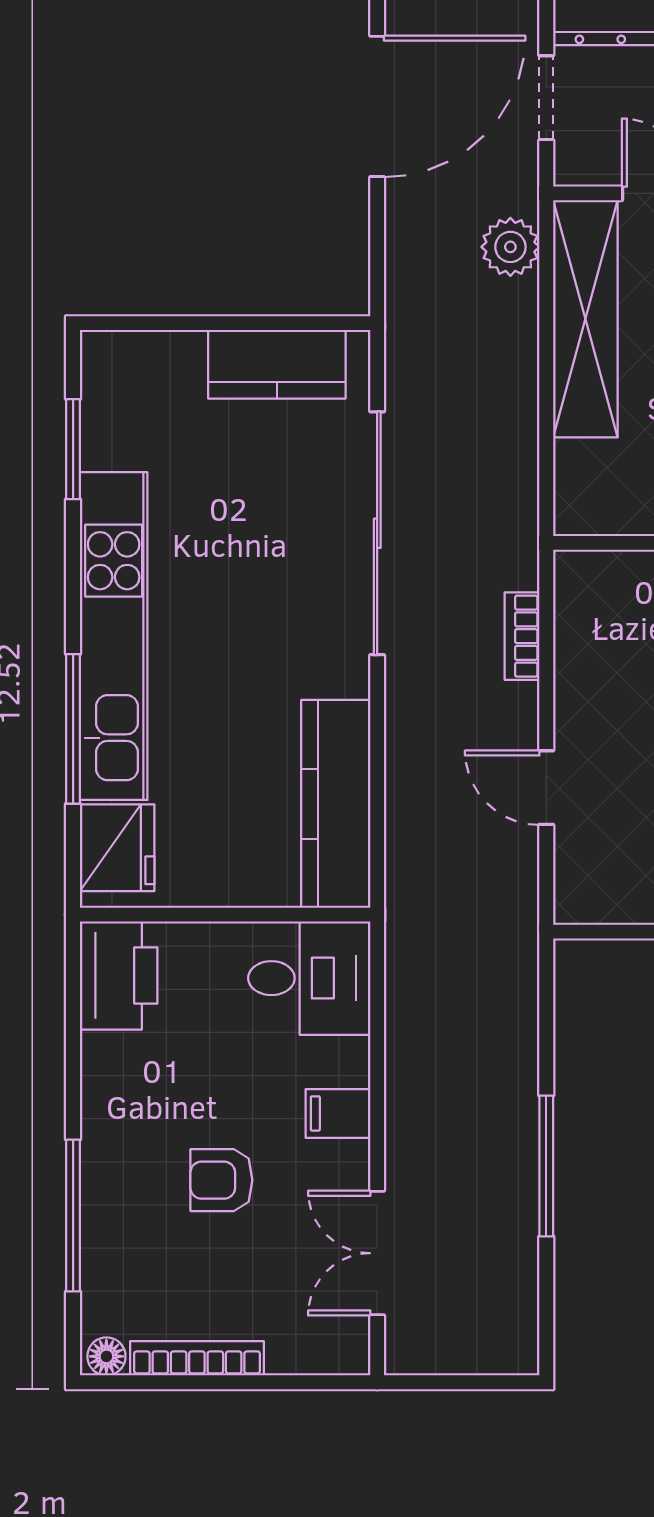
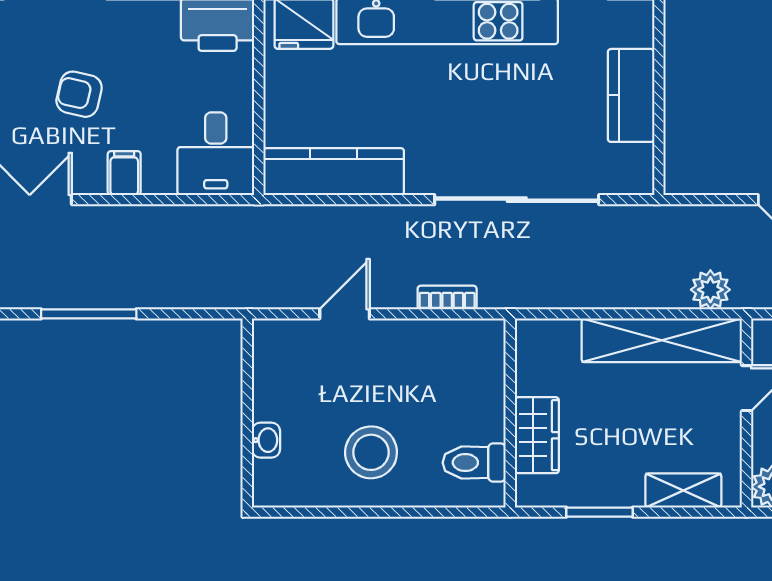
kitchen counter: (277, 364) -> (631, 95), moved
armchair: (221, 1180) -> (79, 94), turned -77

